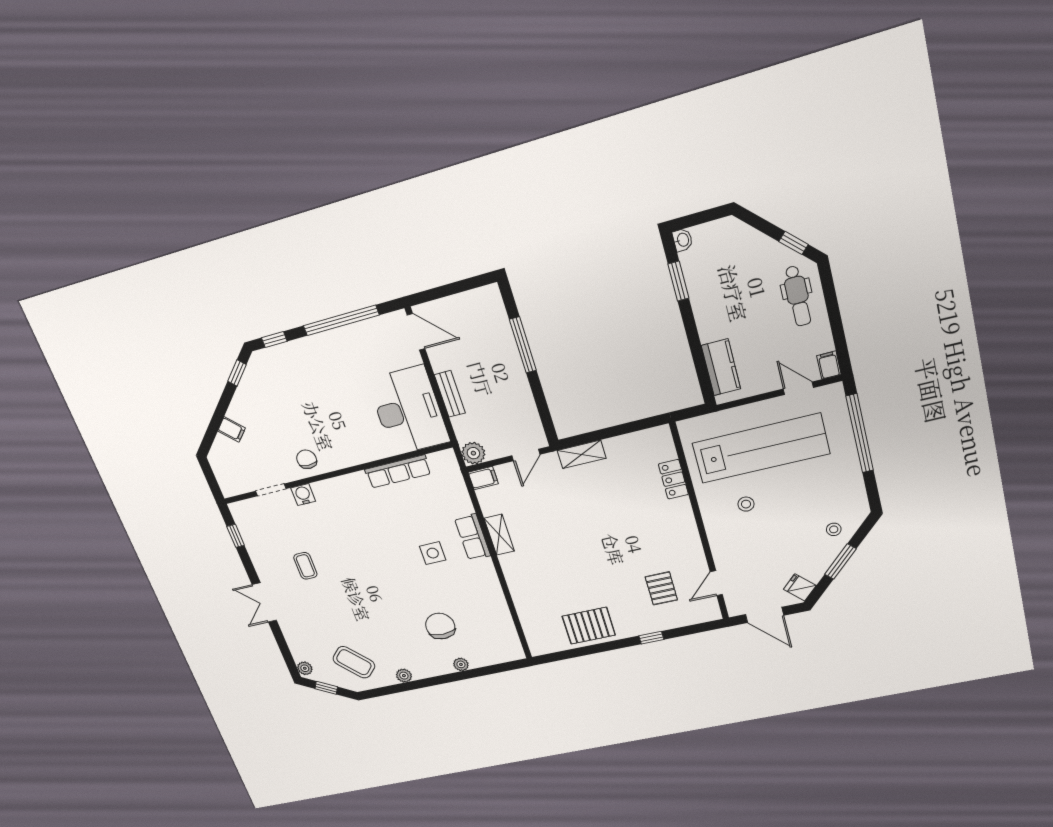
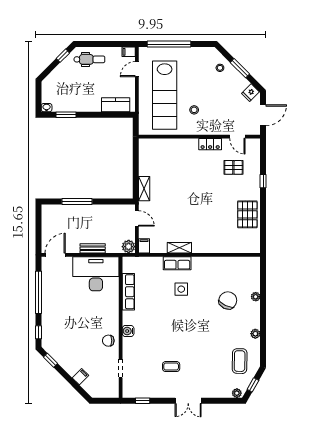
lab bench: (761, 448) -> (165, 95), turned 180
locker: (673, 479) -> (210, 144), moved
water cooler: (303, 495) -> (128, 331), moved
chair: (440, 626) -> (228, 300), turned 116
coffee table: (354, 662) -> (240, 361), turned -45

